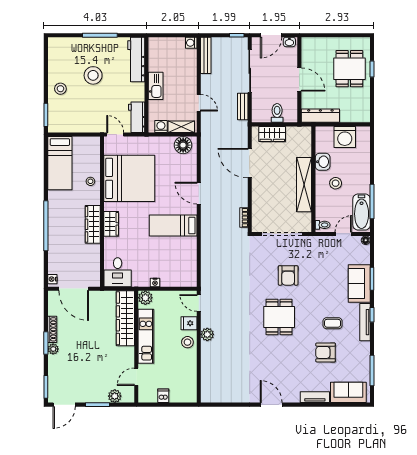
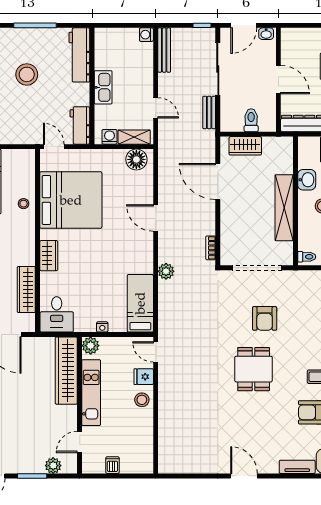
wardrobe: (93, 224) -> (26, 290), moved
bed: (173, 226) -> (140, 303), moved, turned 90
plant: (207, 334) -> (166, 271), moved

